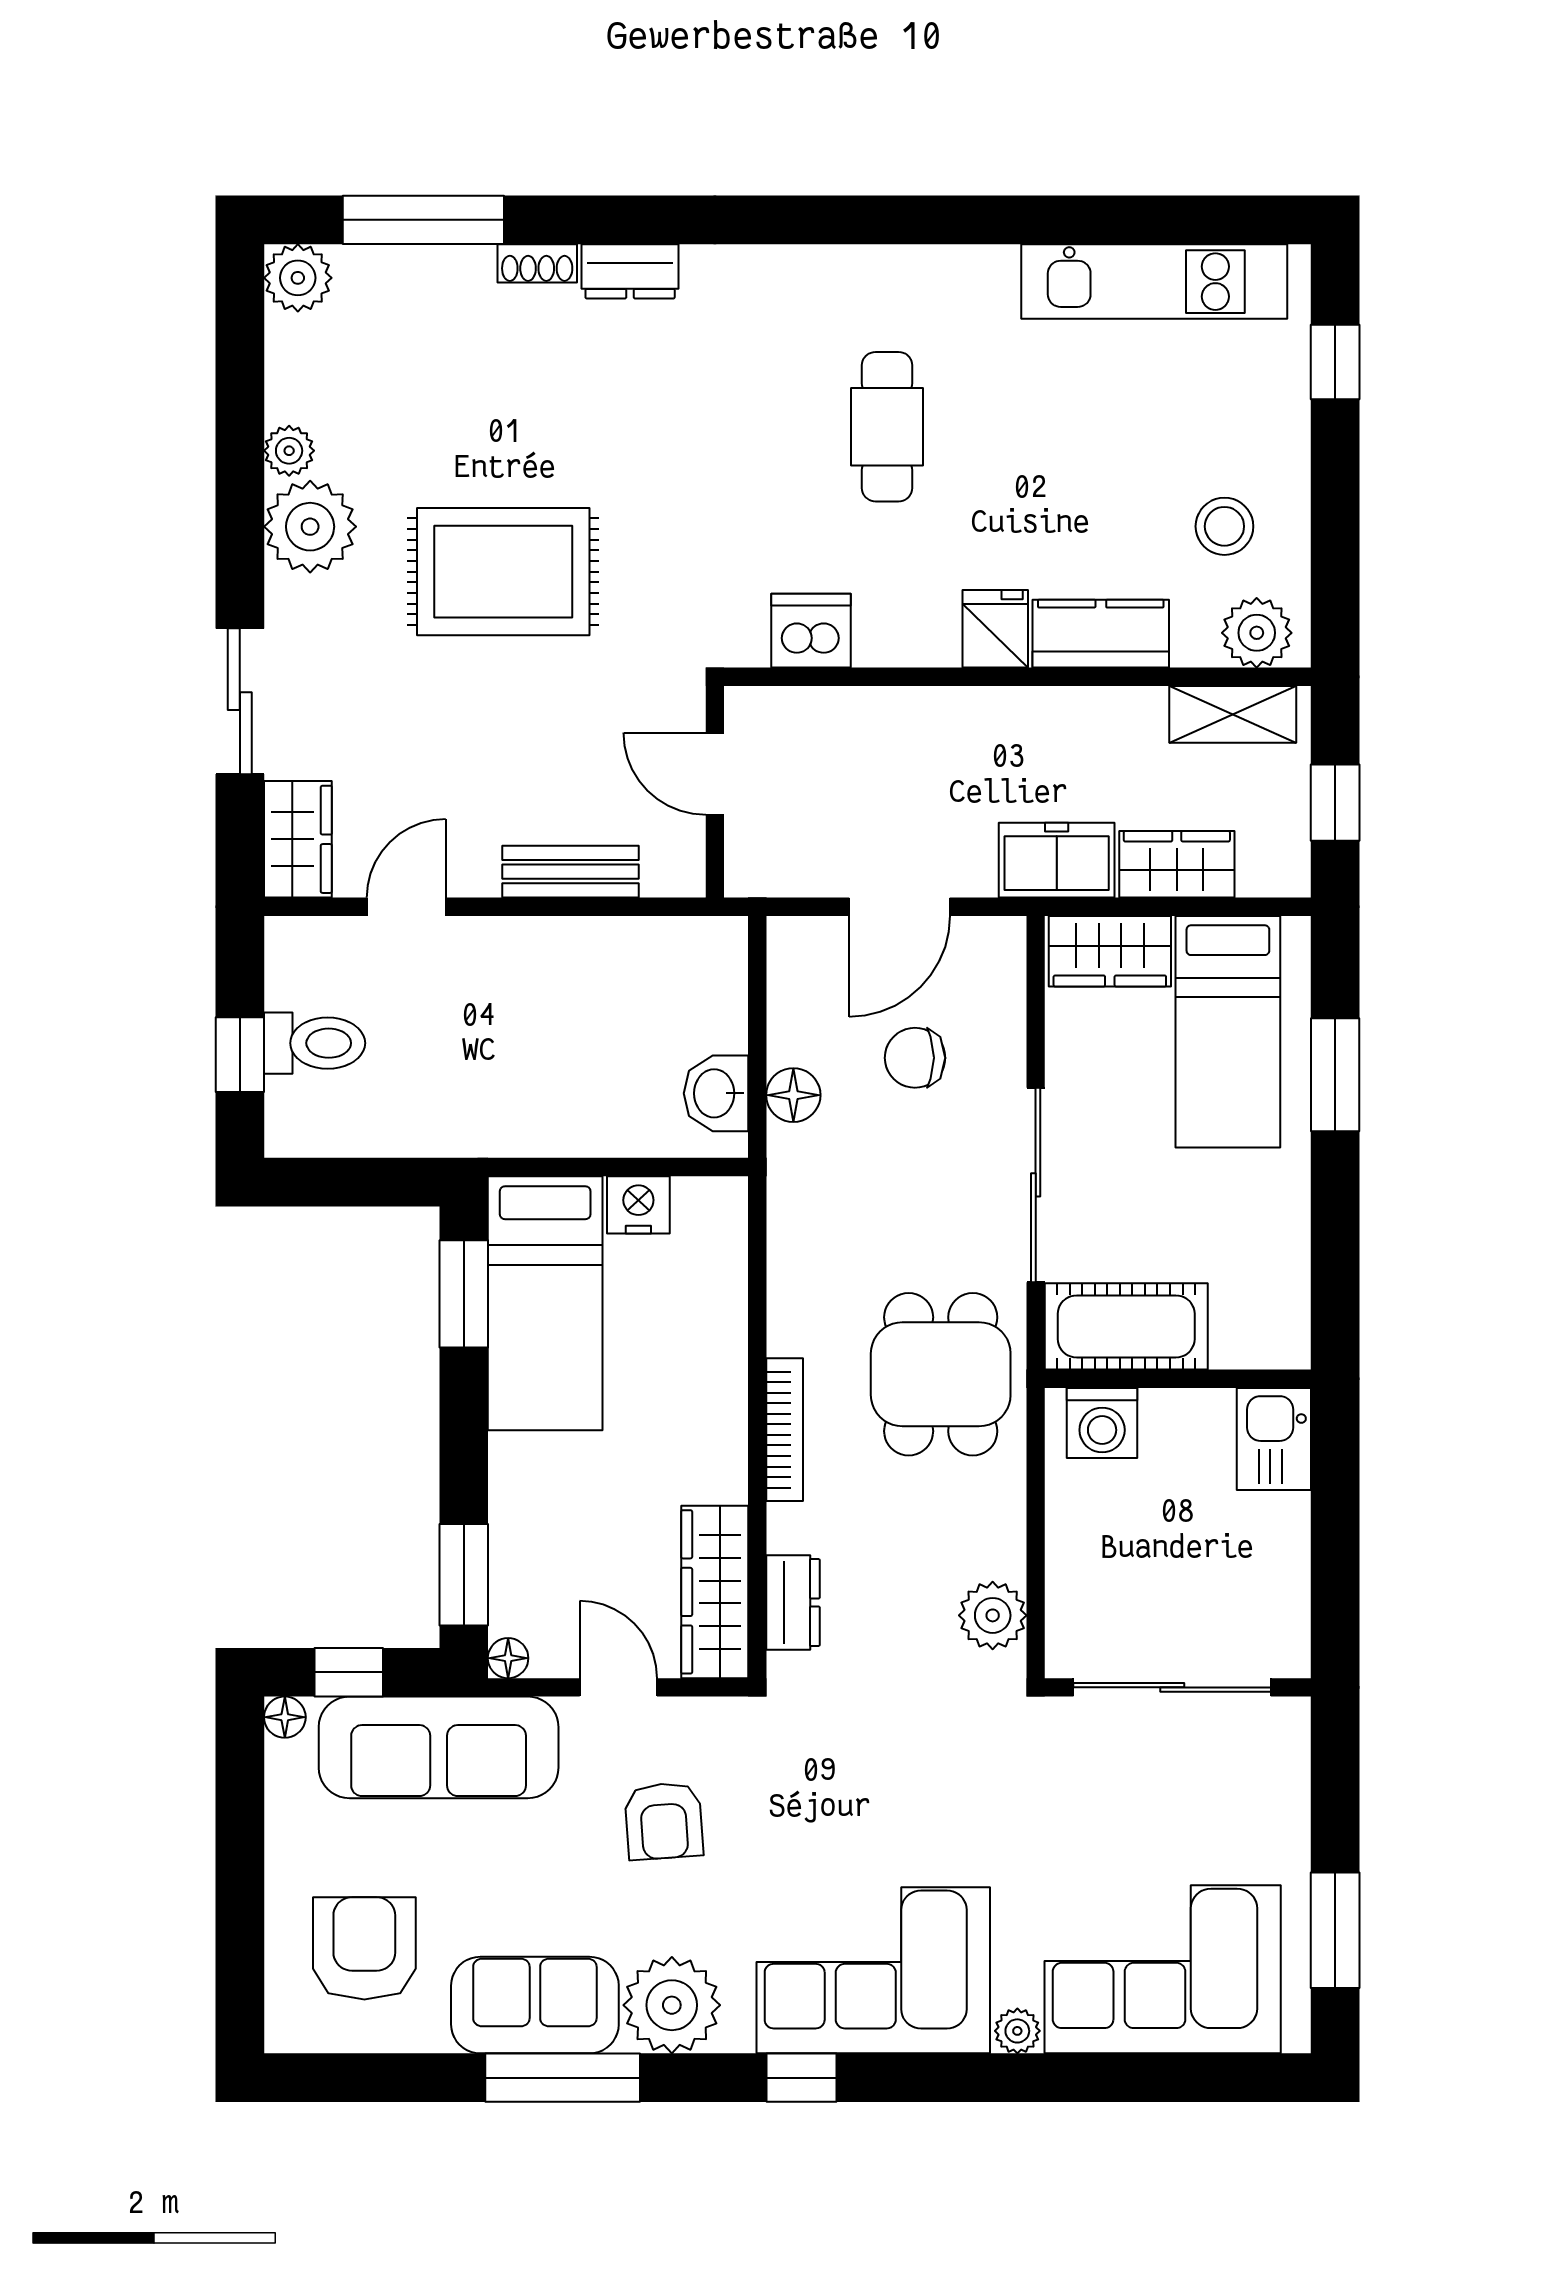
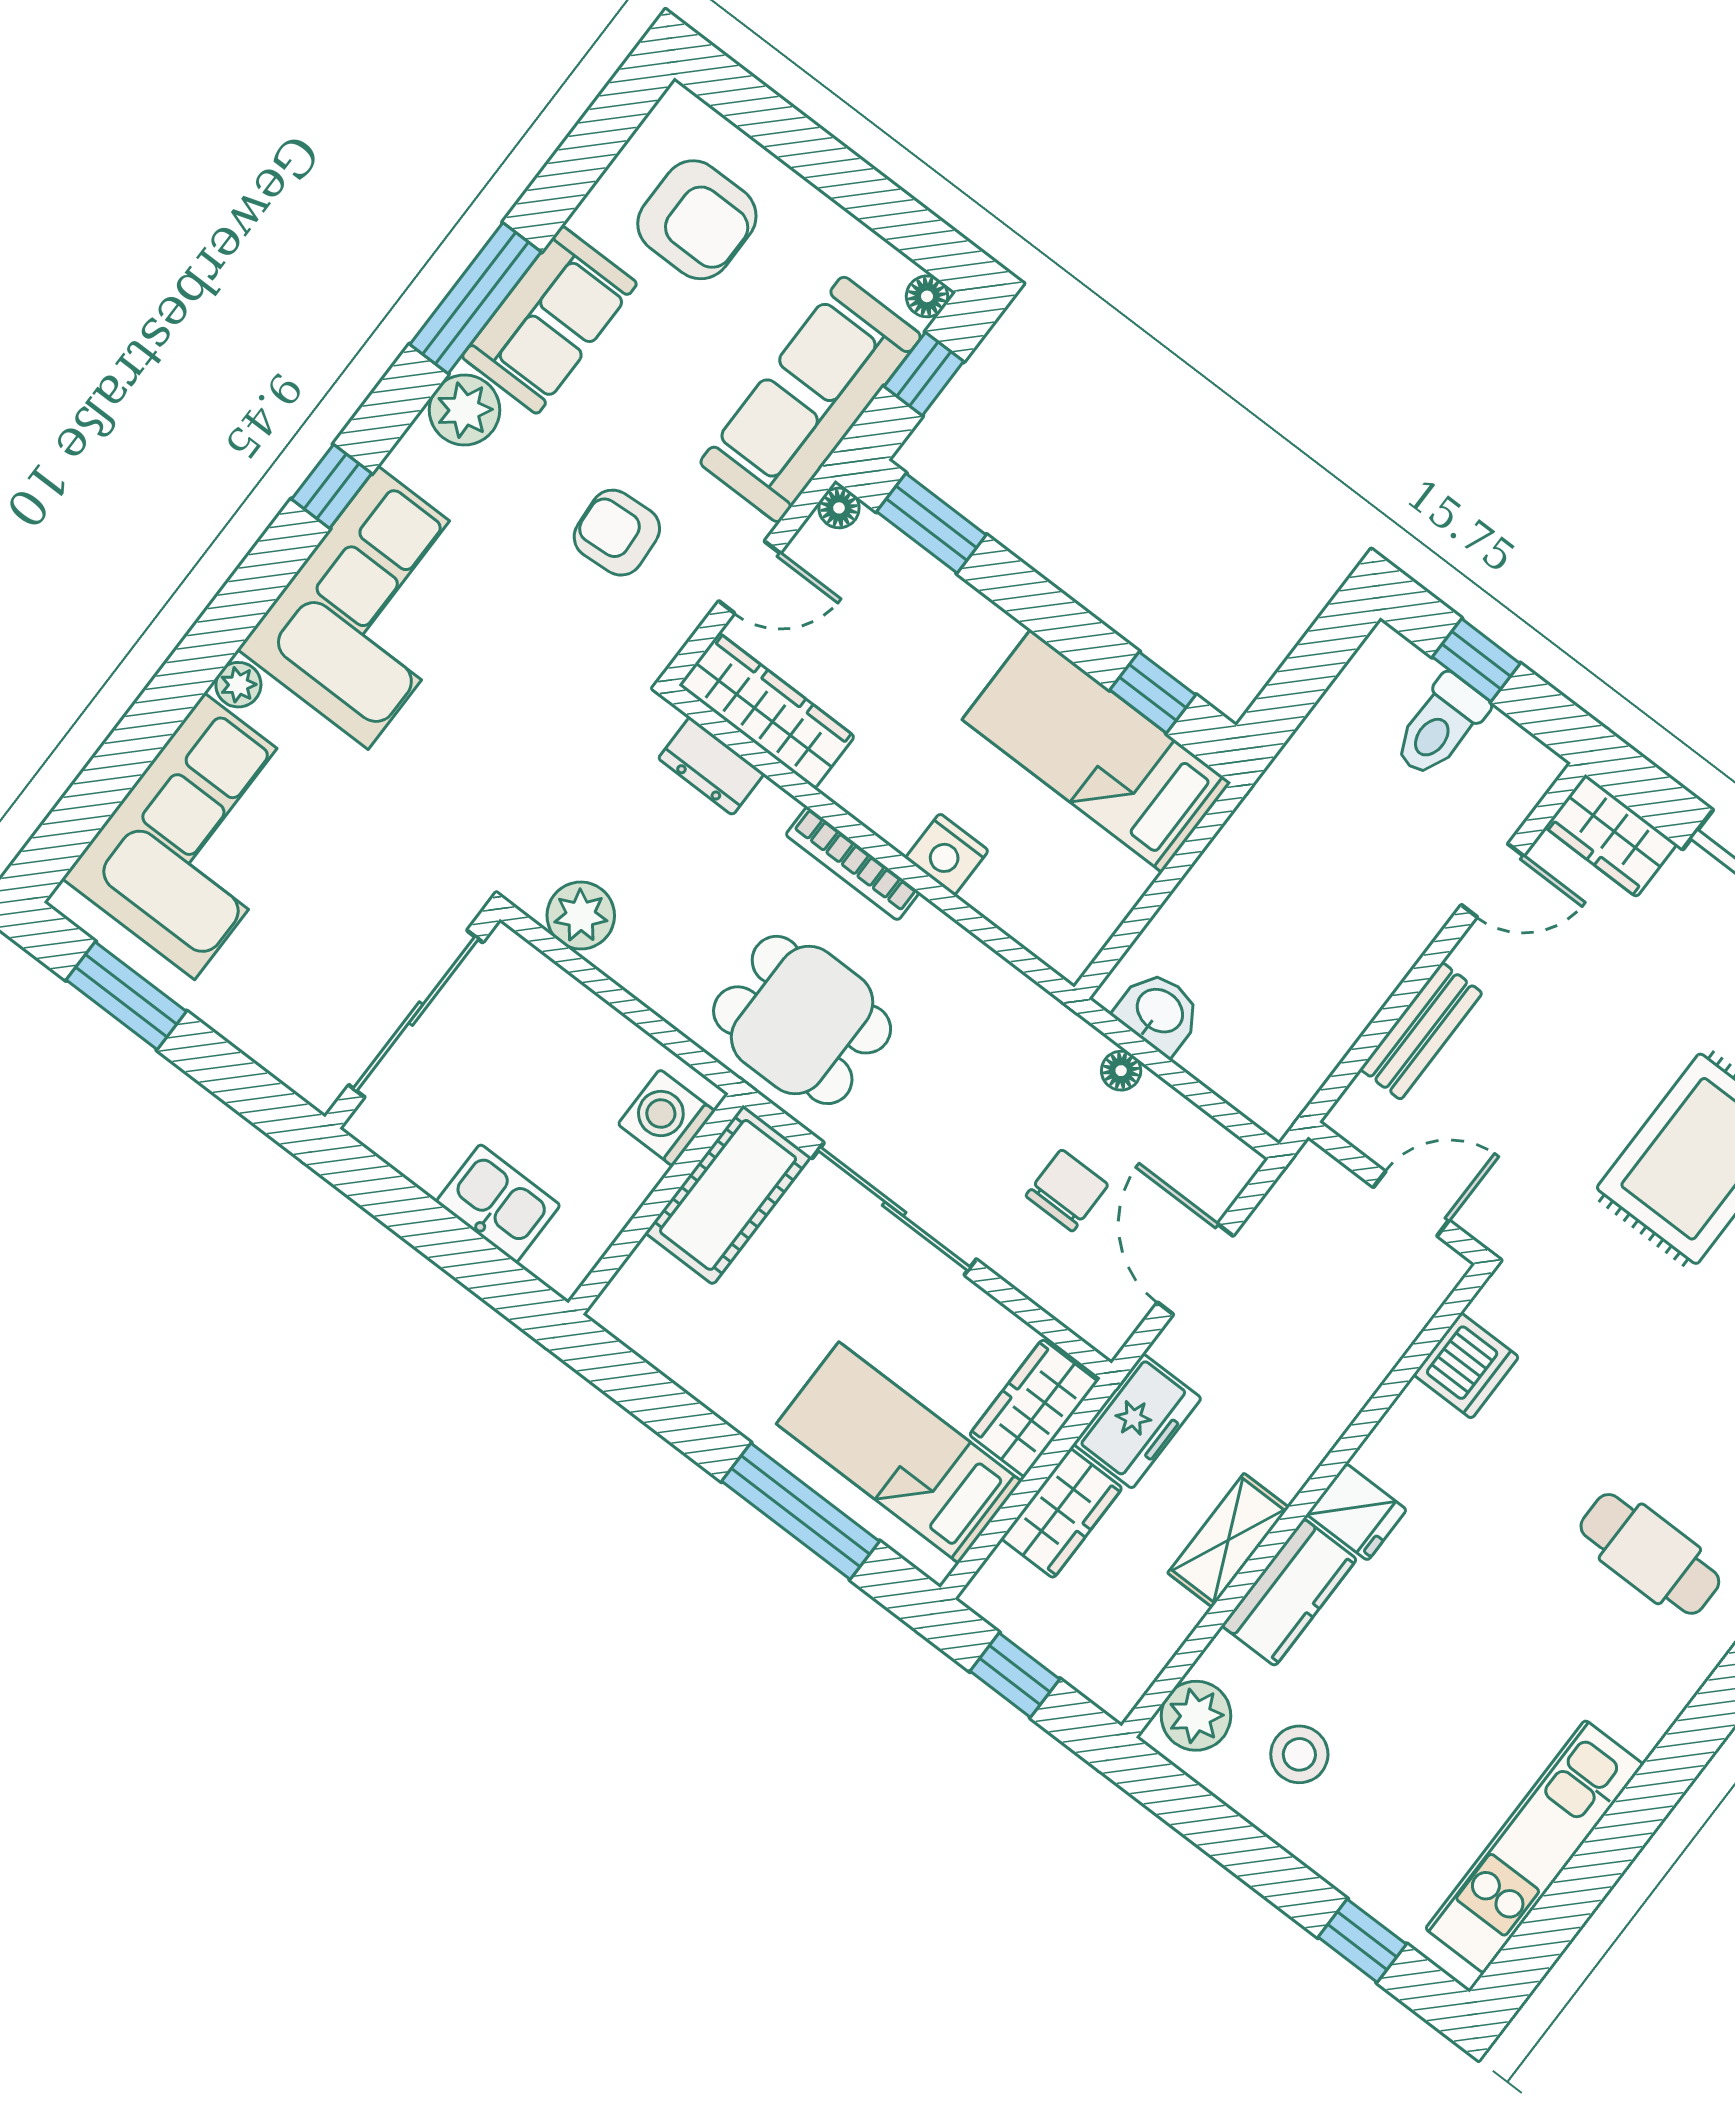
cafe table: (887, 427) -> (1650, 1554), moved
shelving: (1233, 714) -> (1228, 1540), moved
door: (406, 907) -> (1493, 880), hinge flipped
window: (1335, 1075) -> (800, 1511), width x1.44
floor lamp: (793, 1095) -> (1121, 1071), width x0.73, depth x0.73
nightstand: (638, 1205) -> (947, 854), moved, turned 90
window: (464, 1294) -> (1153, 692), width x0.67
kitchen sink: (1274, 1439) -> (498, 1203), moved
plant: (672, 2005) -> (464, 410), width x0.73, depth x0.73

